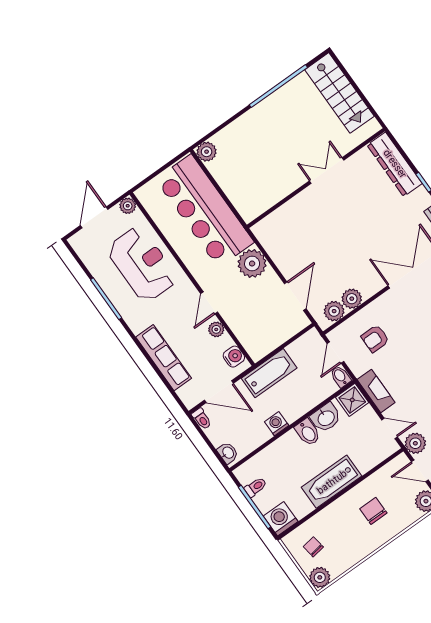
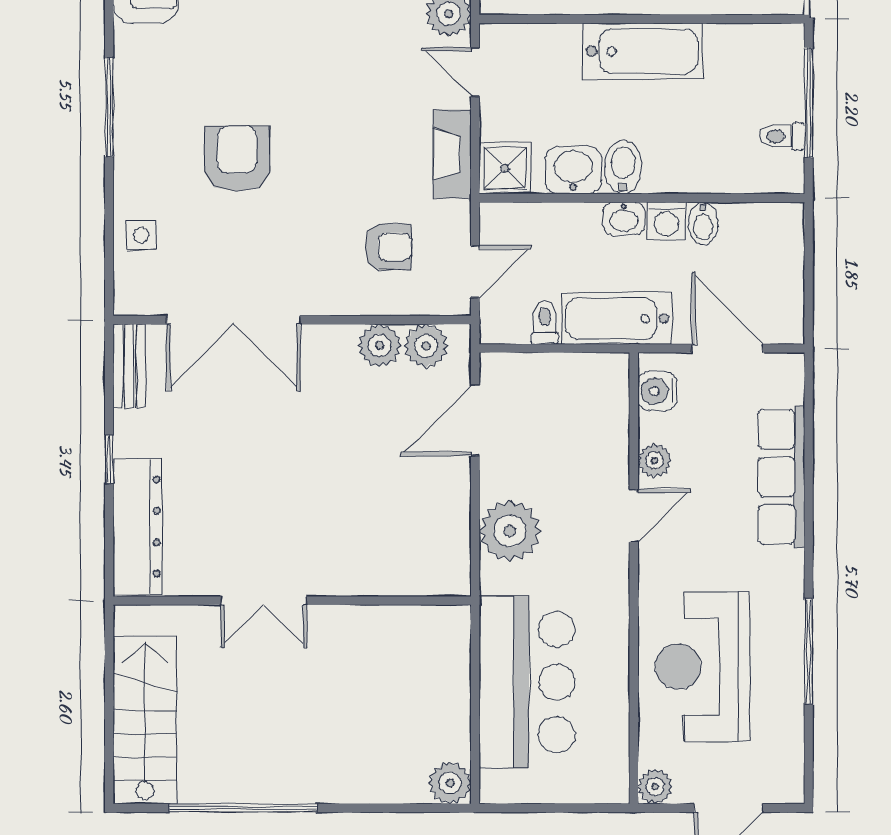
bar counter: (205, 211) -> (527, 682), width x0.73
bidet: (340, 377) -> (703, 224), moved
toilet: (202, 419) -> (545, 323), moved
washbasin: (228, 453) -> (624, 219), moved, turned -90
washing machine: (281, 519) -> (778, 50), removed

